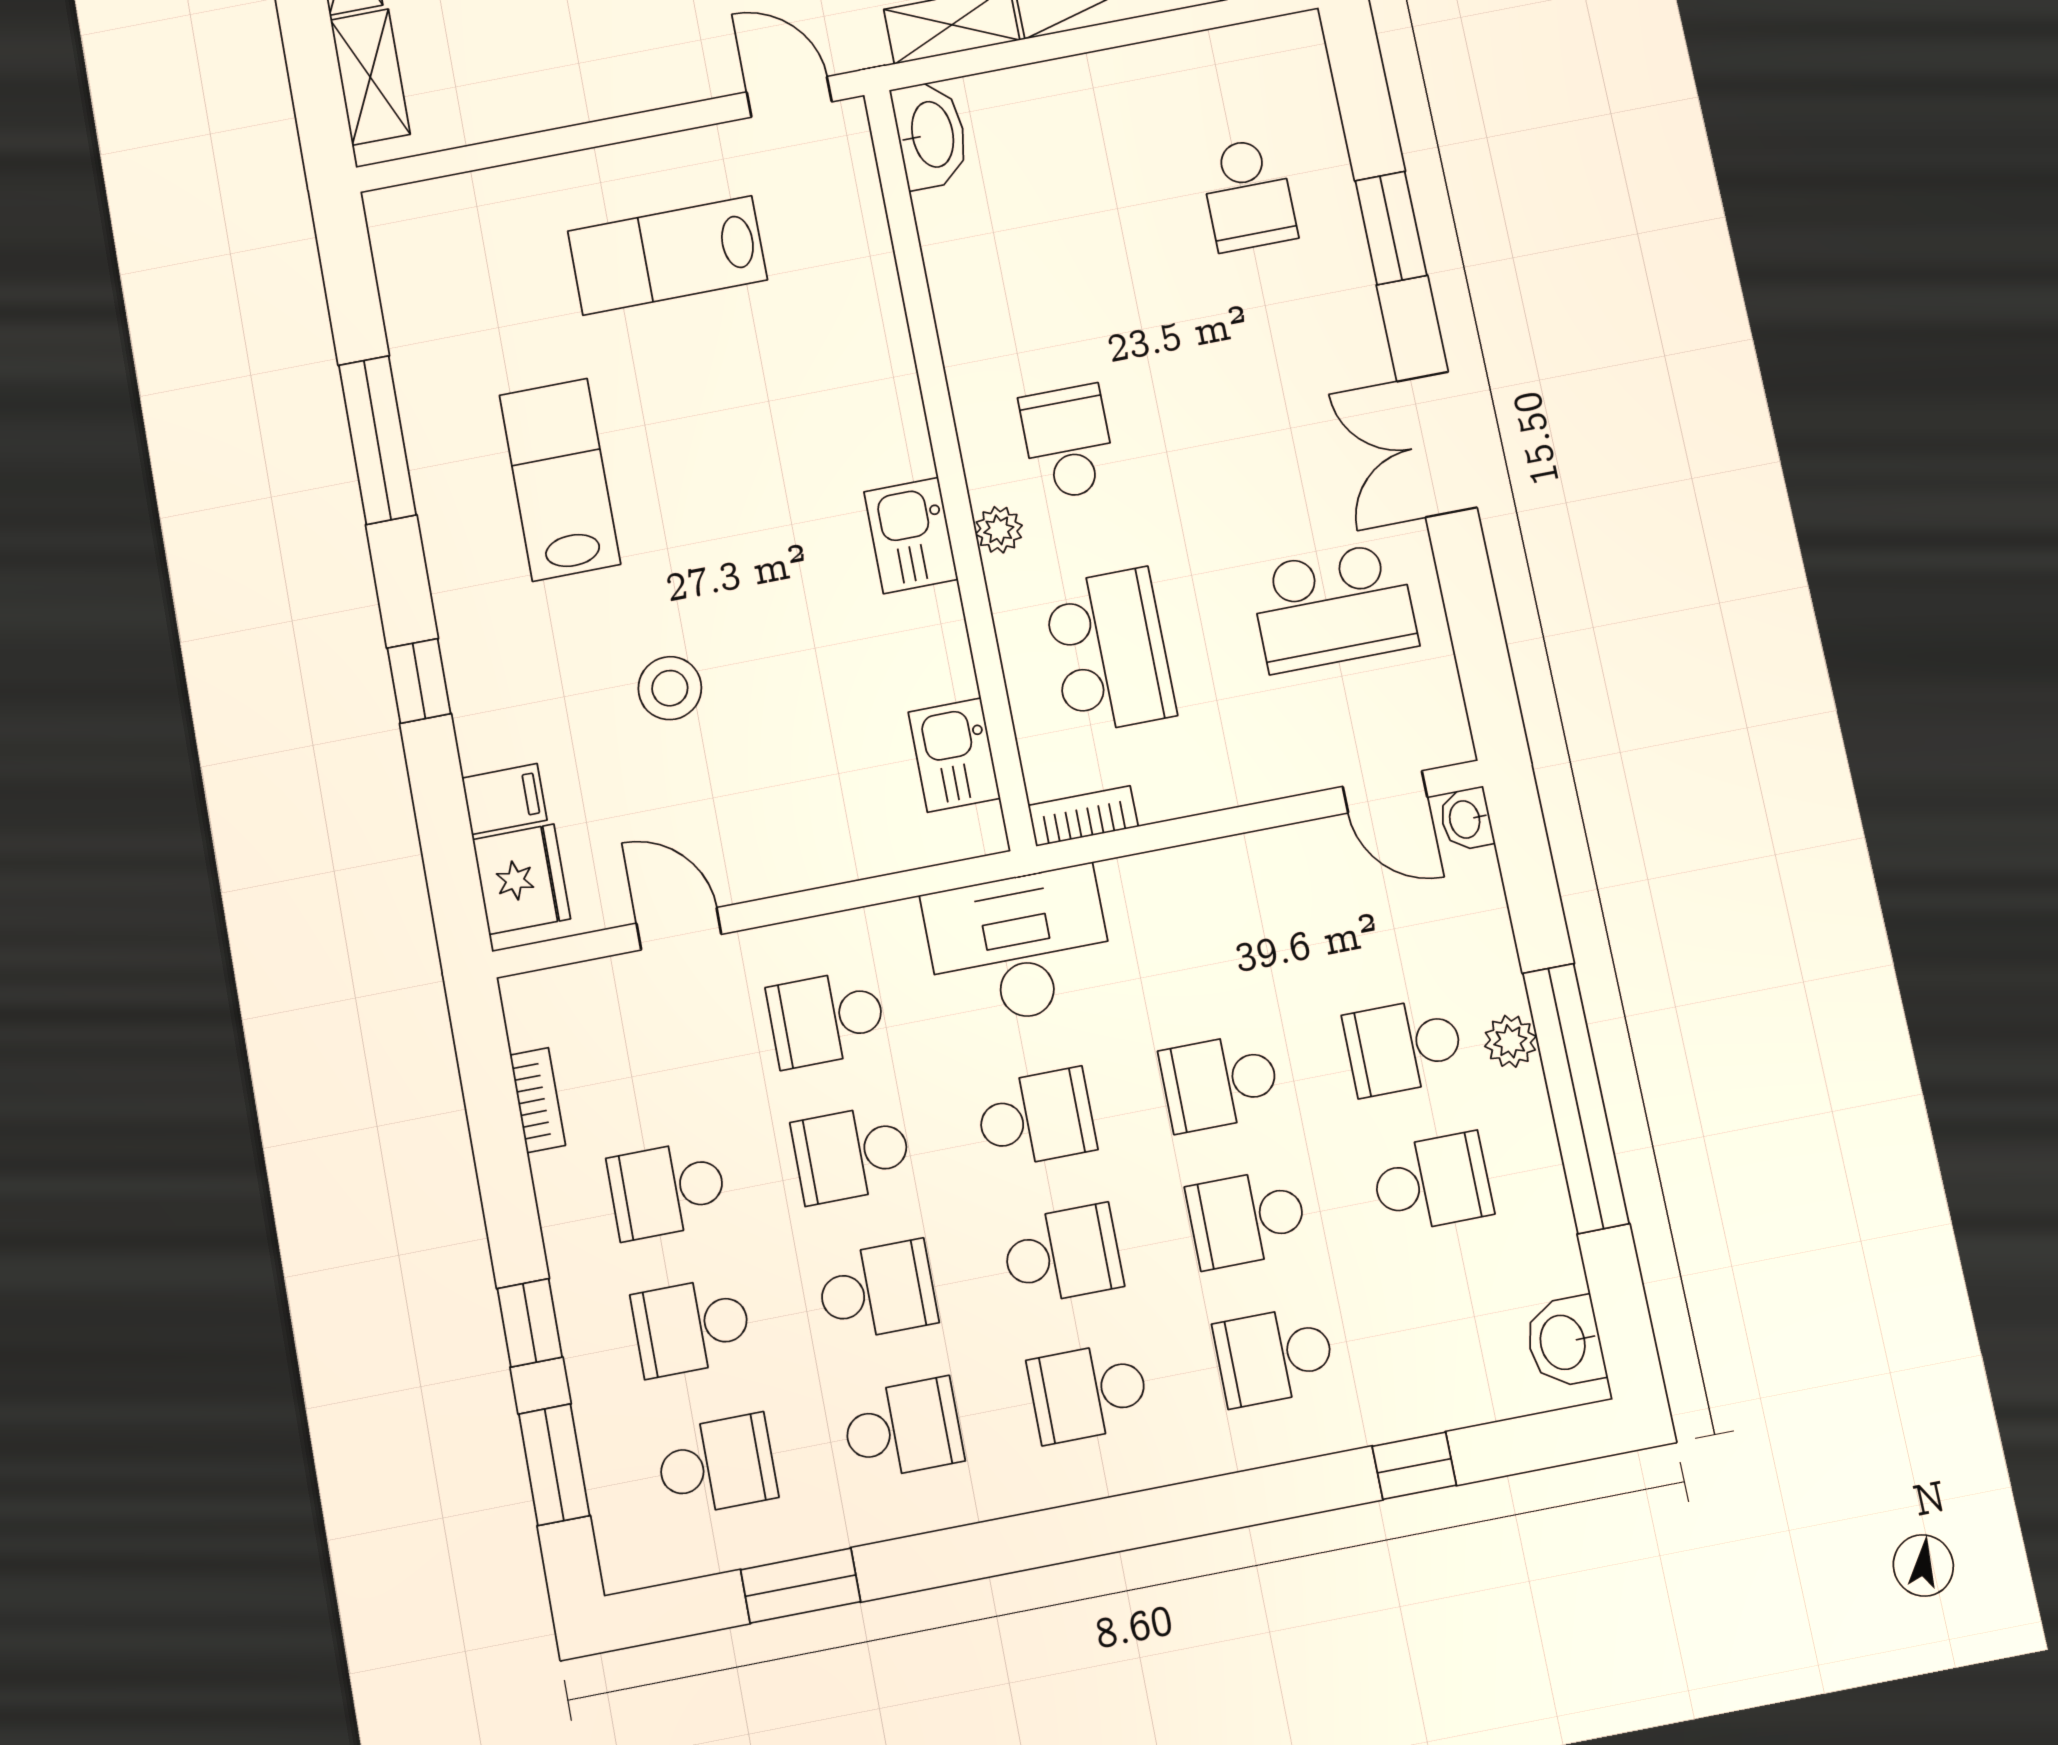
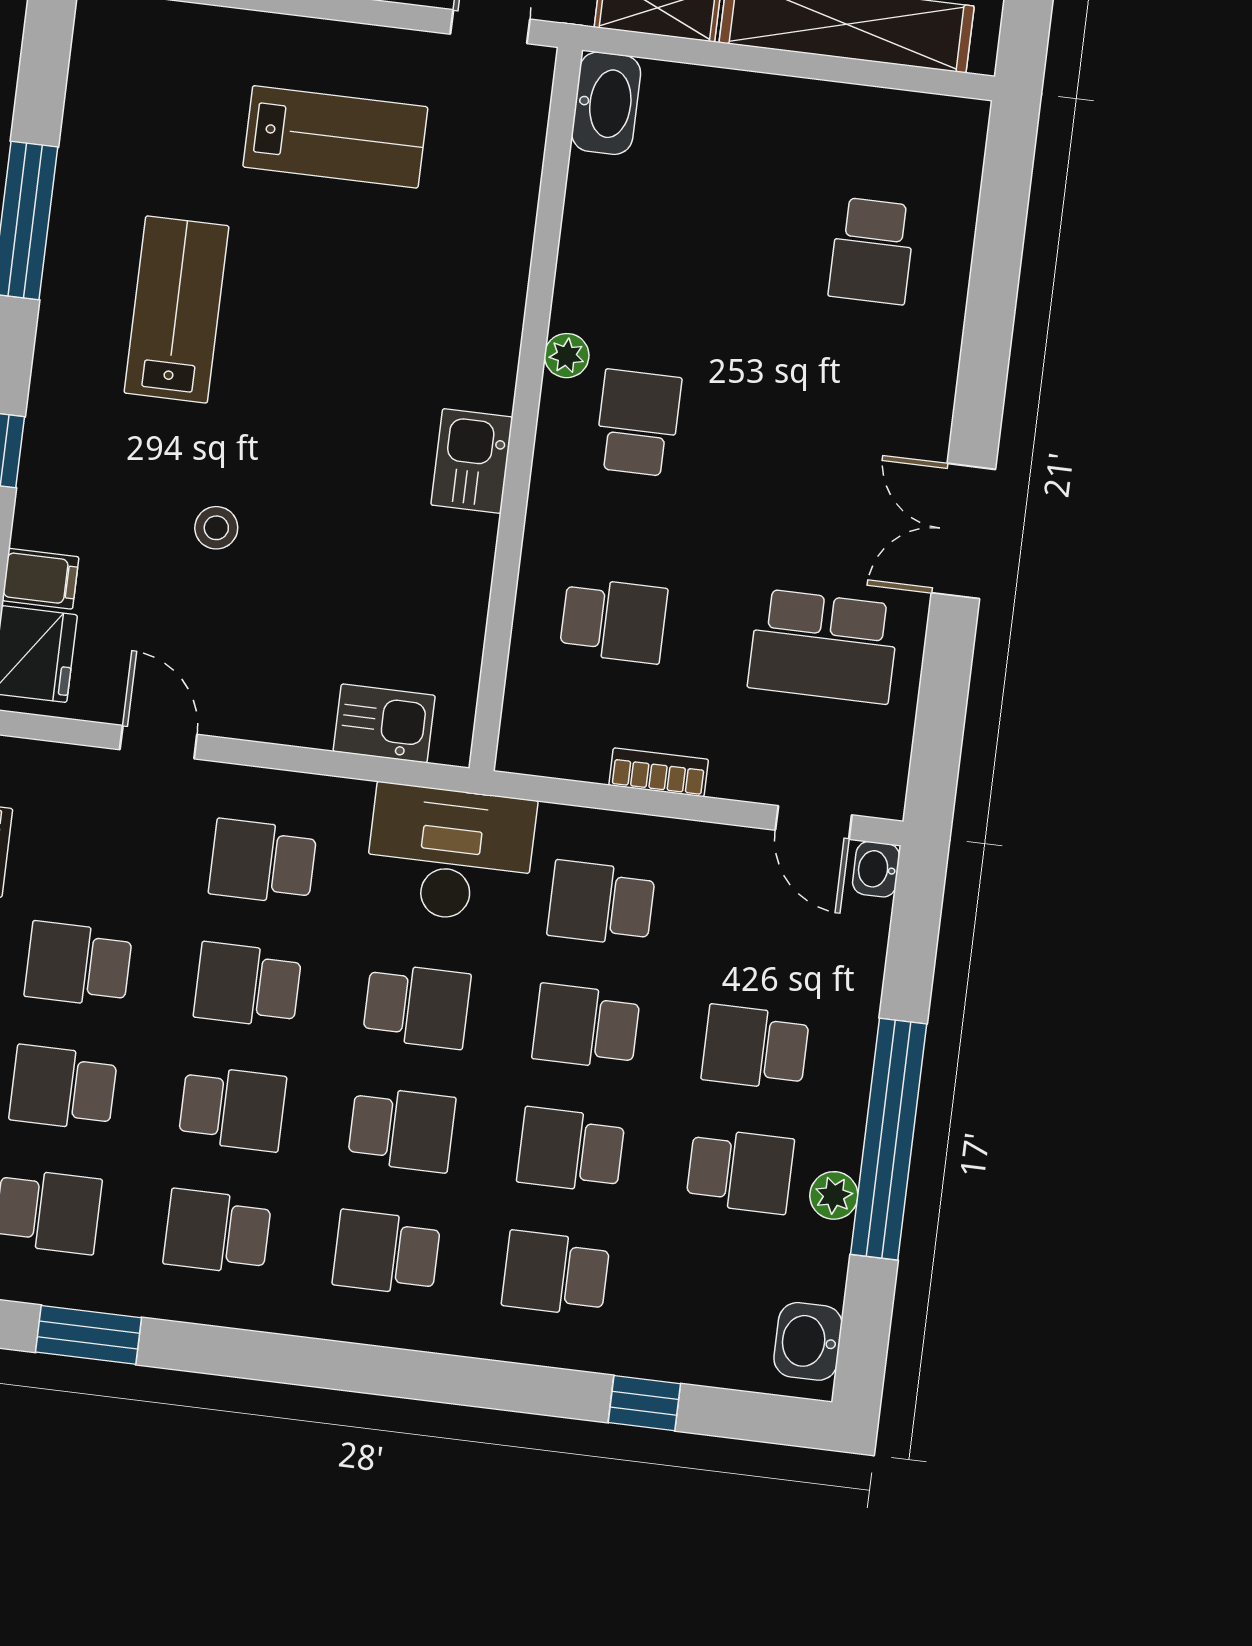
window: (1391, 228) -> (989, 323), removed
lab bench: (667, 255) -> (335, 137), turned 180
plant: (999, 530) -> (567, 356), moved
school desk: (1109, 651) -> (614, 621), width x0.54
stool: (670, 688) -> (216, 528), width x0.73, depth x0.73
kitchen sink: (954, 755) -> (384, 723), moved, turned 90
bookcase: (1083, 816) -> (659, 772), moved
school desk: (1193, 947) -> (601, 903), added
plant: (1510, 1041) -> (834, 1195), moved
school desk: (903, 1429) -> (217, 1232), turned 180

